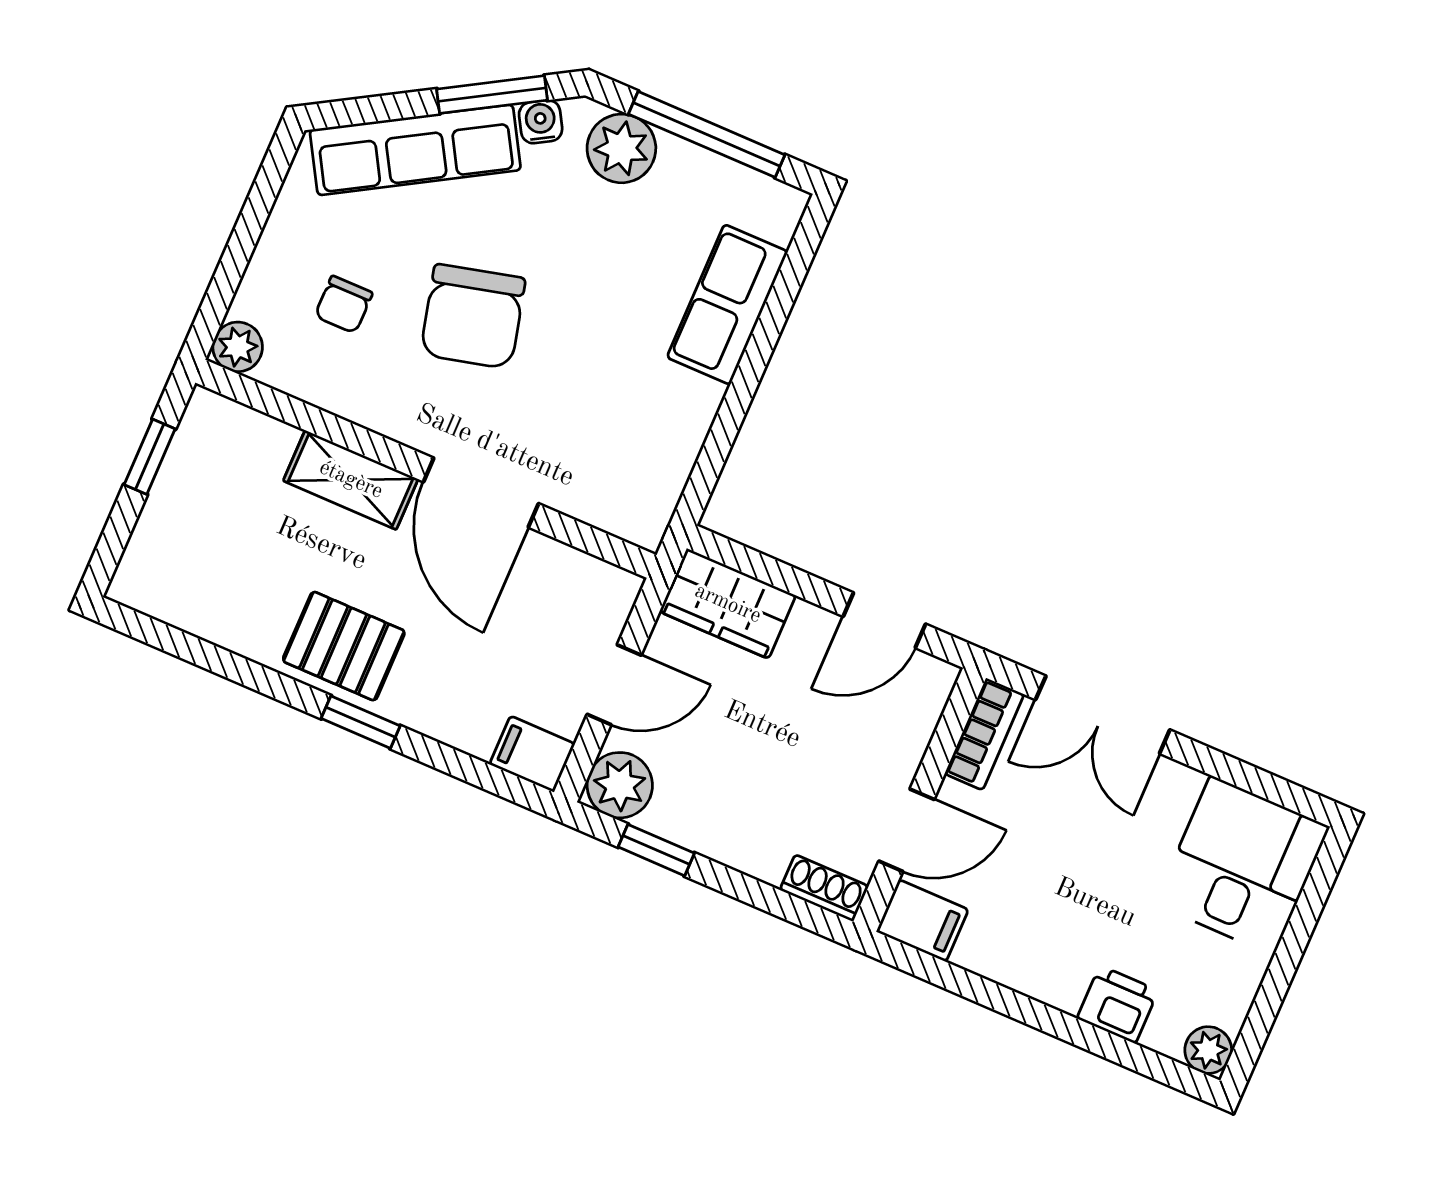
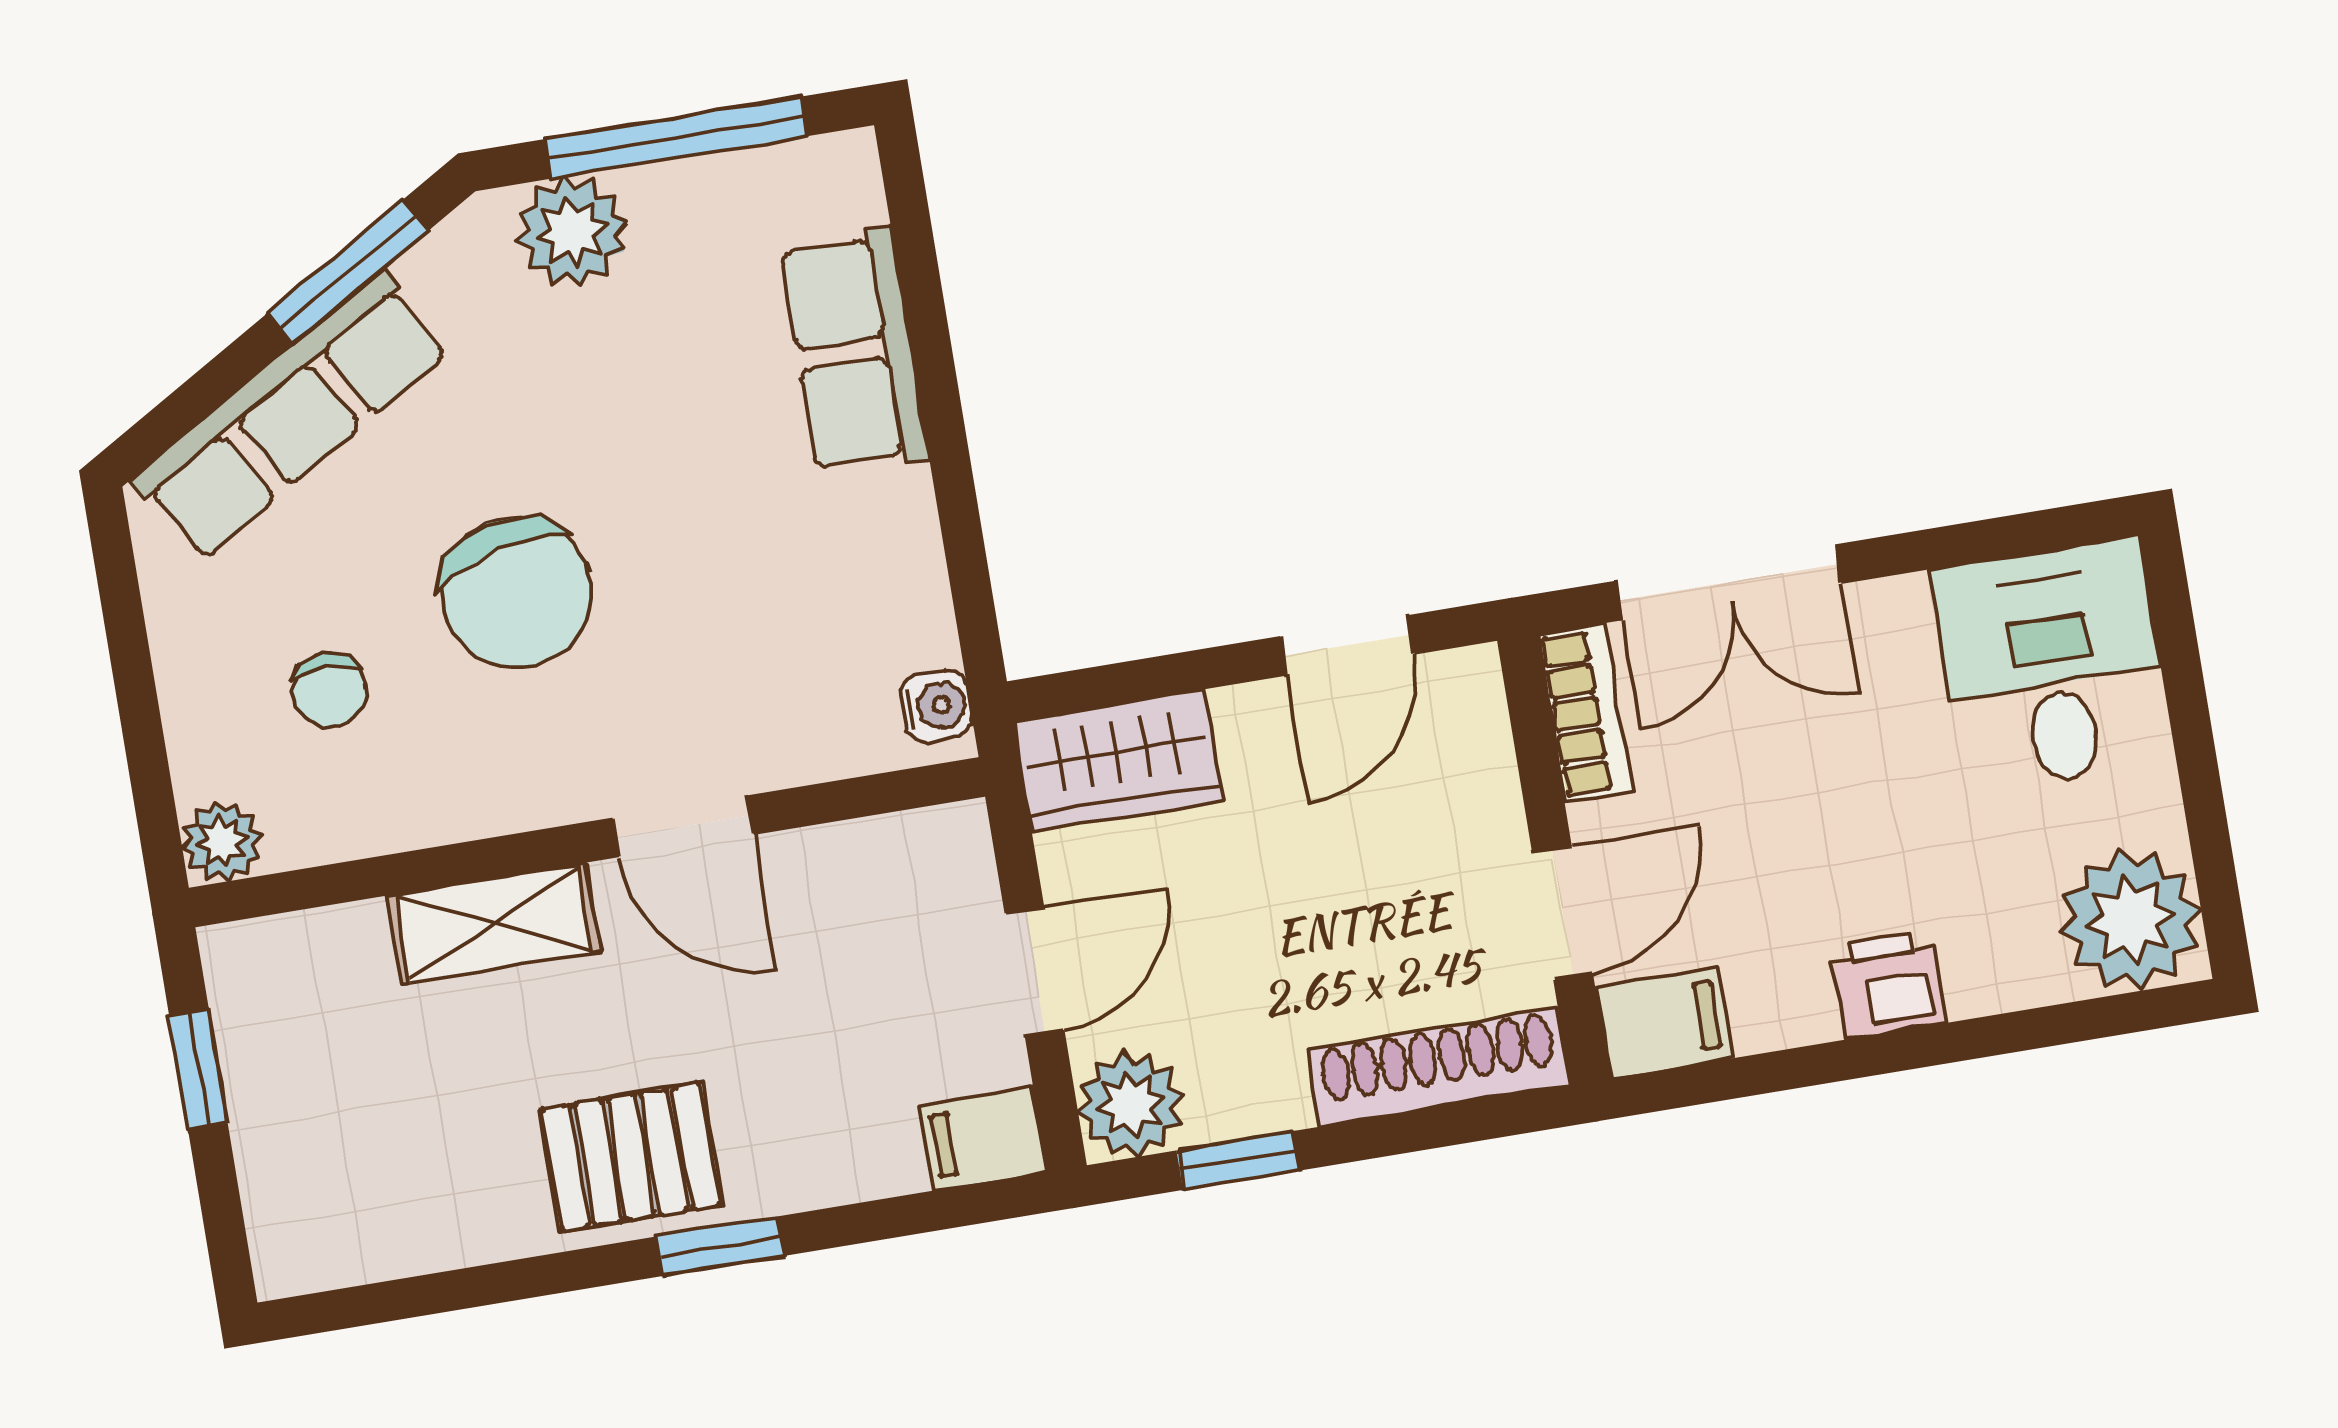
water cooler: (541, 122) -> (936, 706), moved, turned 121
door: (481, 493) -> (683, 826), width x0.73
shoe rack: (824, 888) -> (1439, 1067), width x1.94, depth x1.24
printer: (1118, 1004) -> (1888, 984), moved
plant: (1208, 1050) -> (2131, 920), width x1.88, depth x1.88

